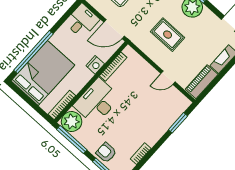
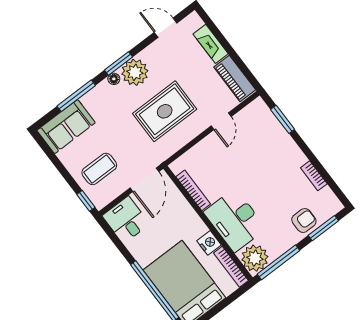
rug: (168, 35) -> (165, 111), width x1.36, depth x1.43
nightstand: (95, 65) -> (209, 243), moved
armchair: (106, 153) -> (304, 220), turned 180

